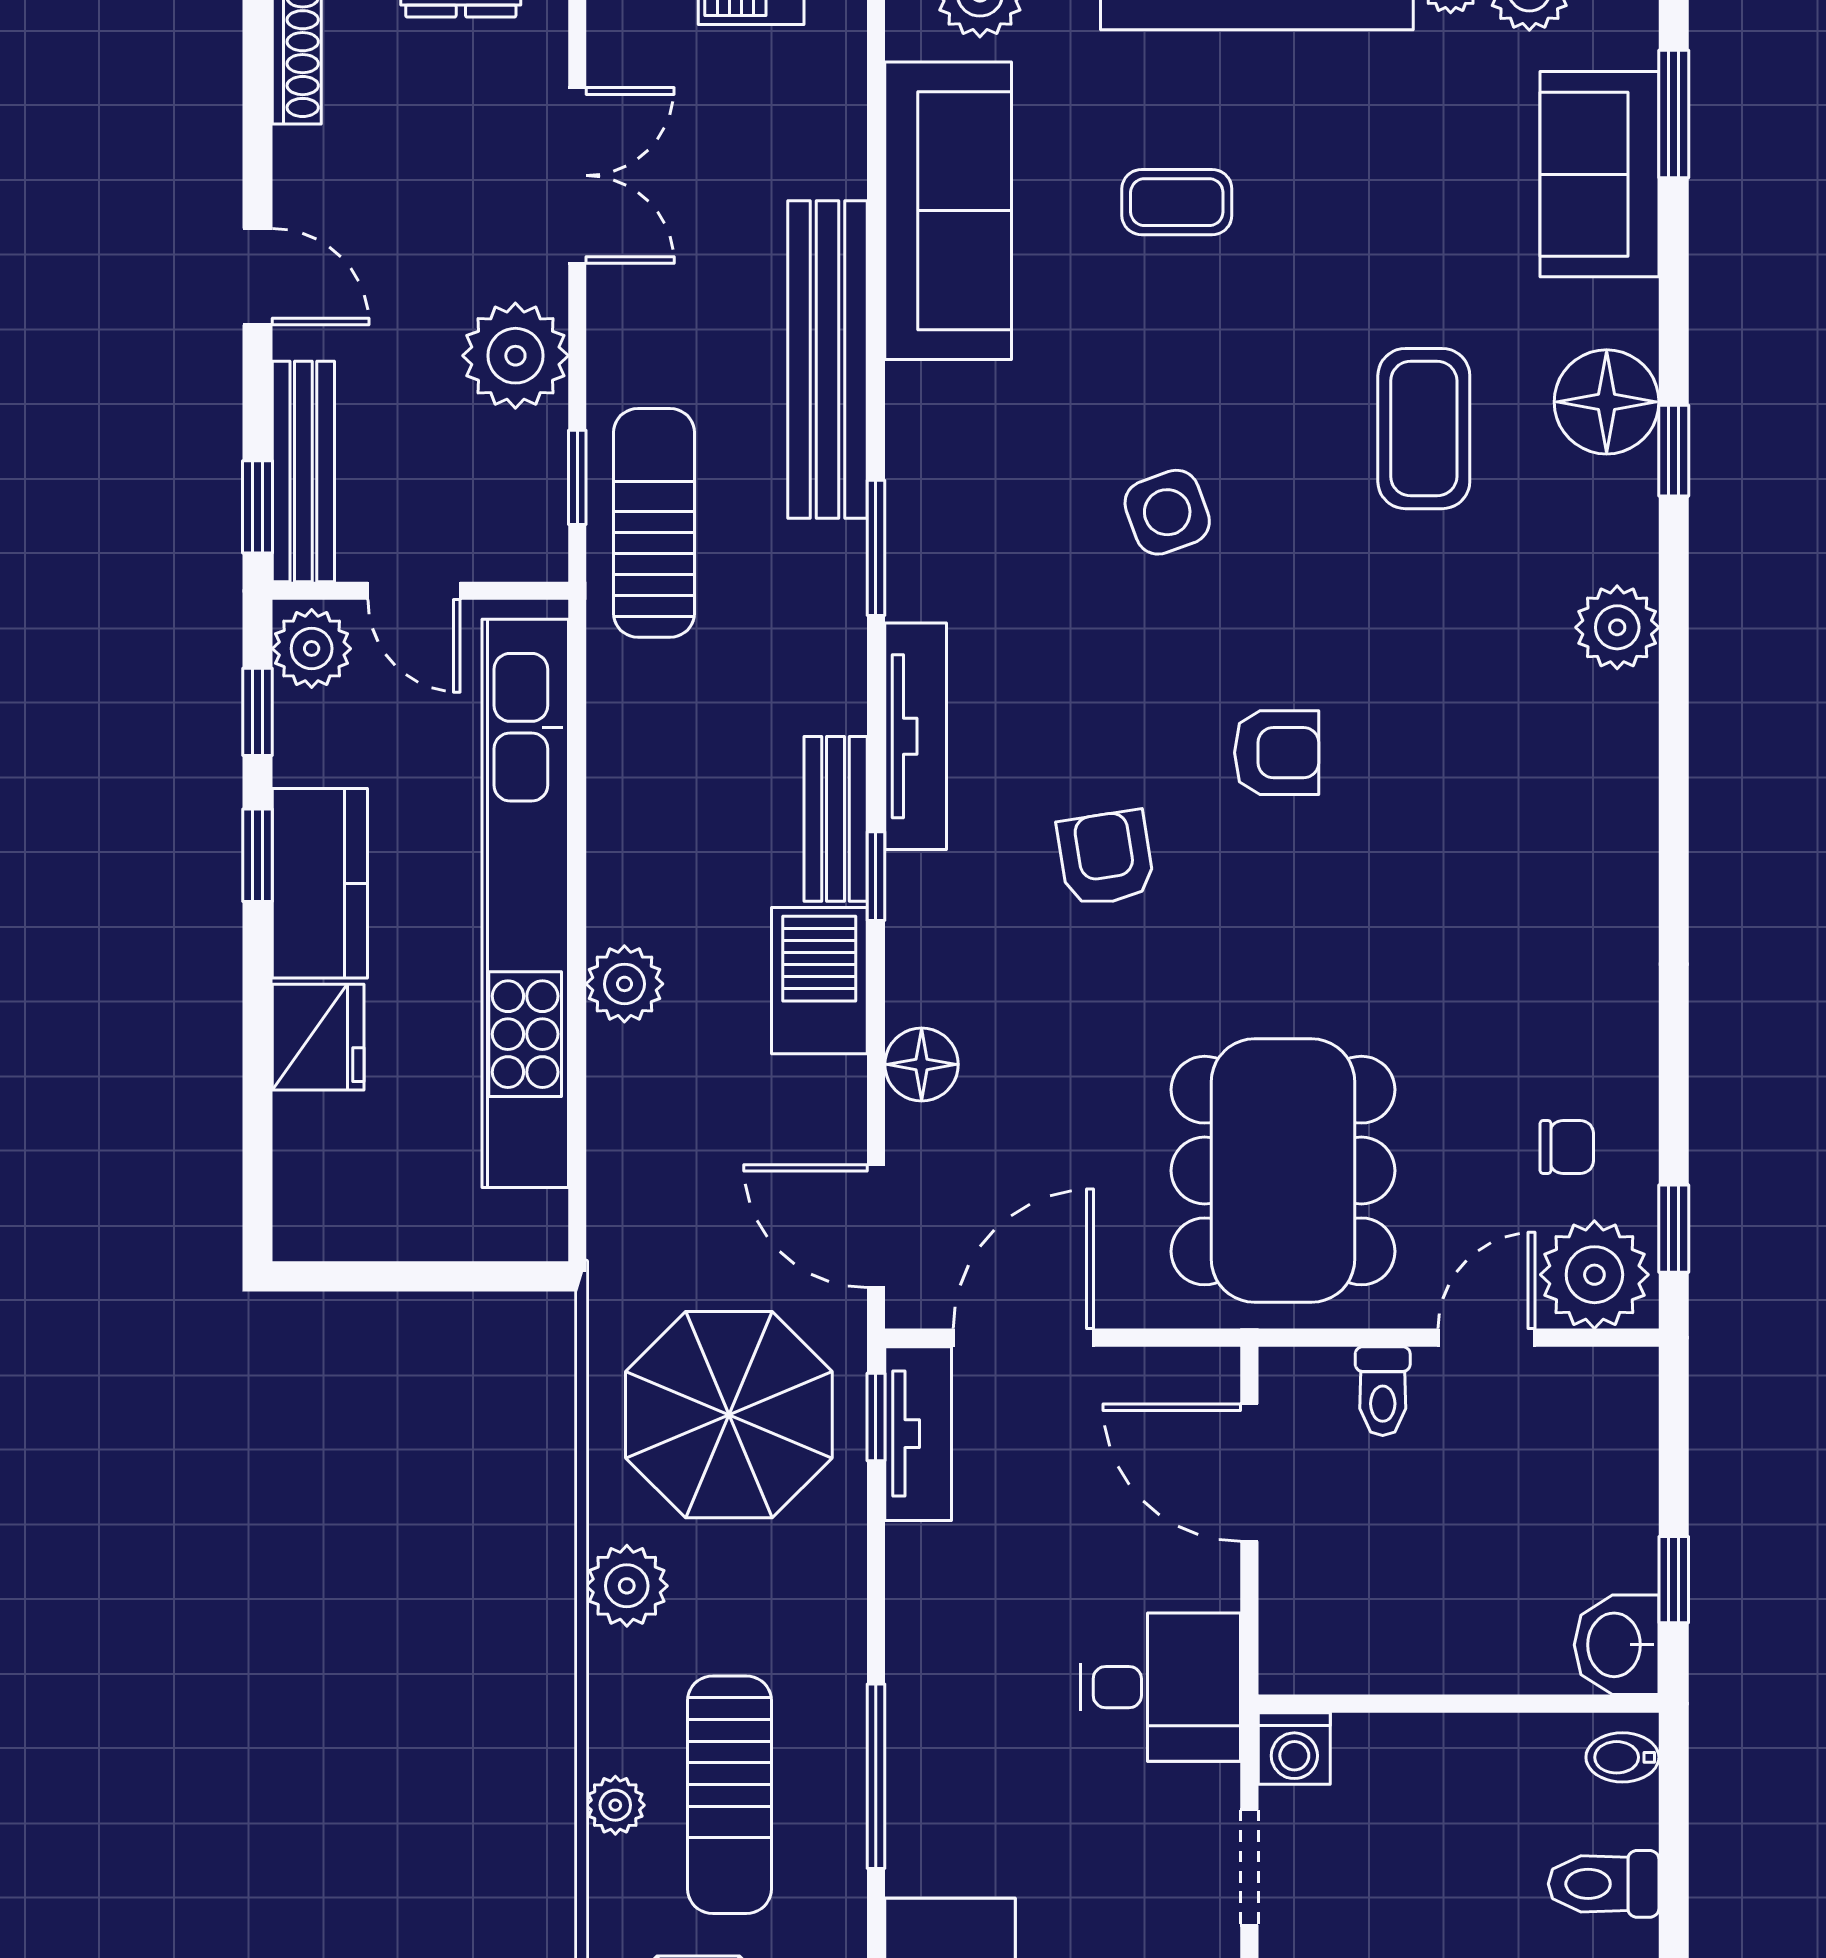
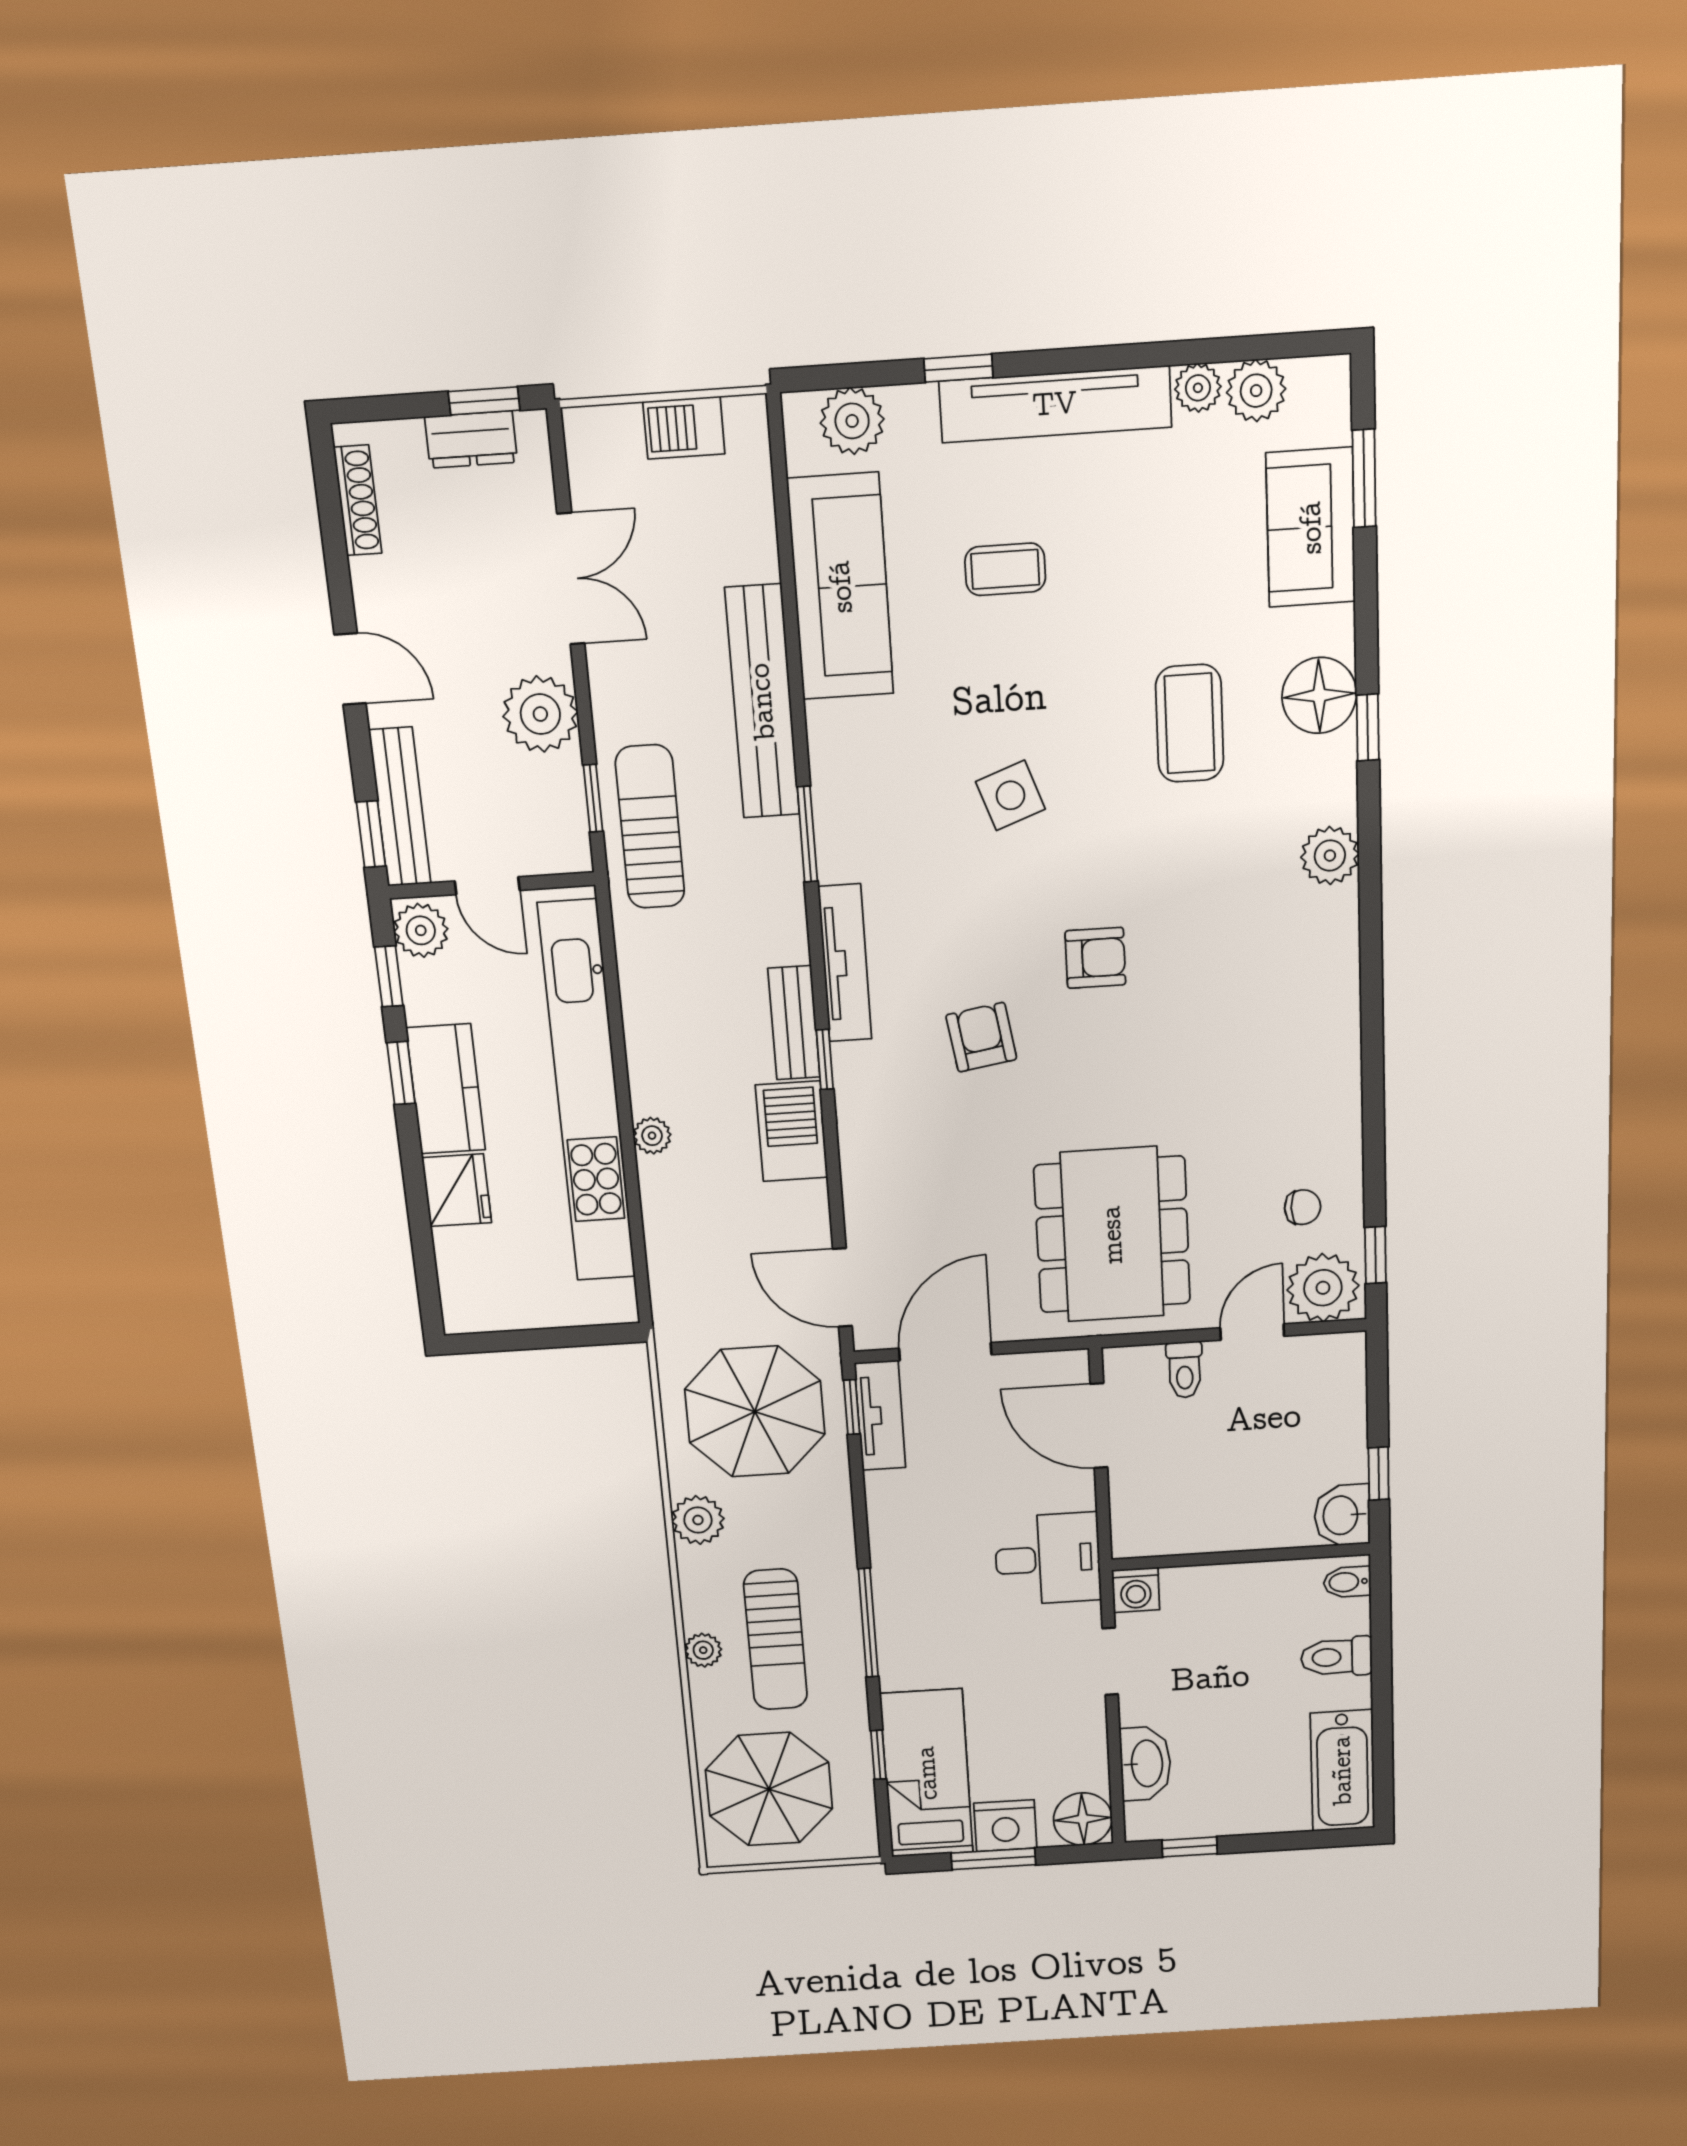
plant: (624, 984) -> (652, 1136), width x0.73, depth x0.73
floor lamp: (922, 1064) -> (865, 1182), removed

